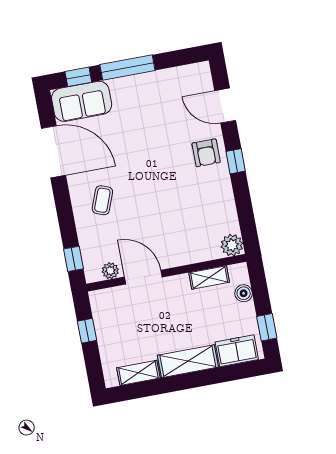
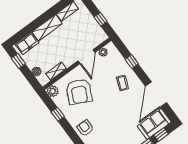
door: (53, 152) -> (156, 94), hinge flipped
window: (236, 161) -> (58, 114), moved
armchair: (186, 222) -> (79, 92), added
window: (74, 259) -> (132, 62), moved
door: (143, 277) -> (86, 57), hinge flipped

